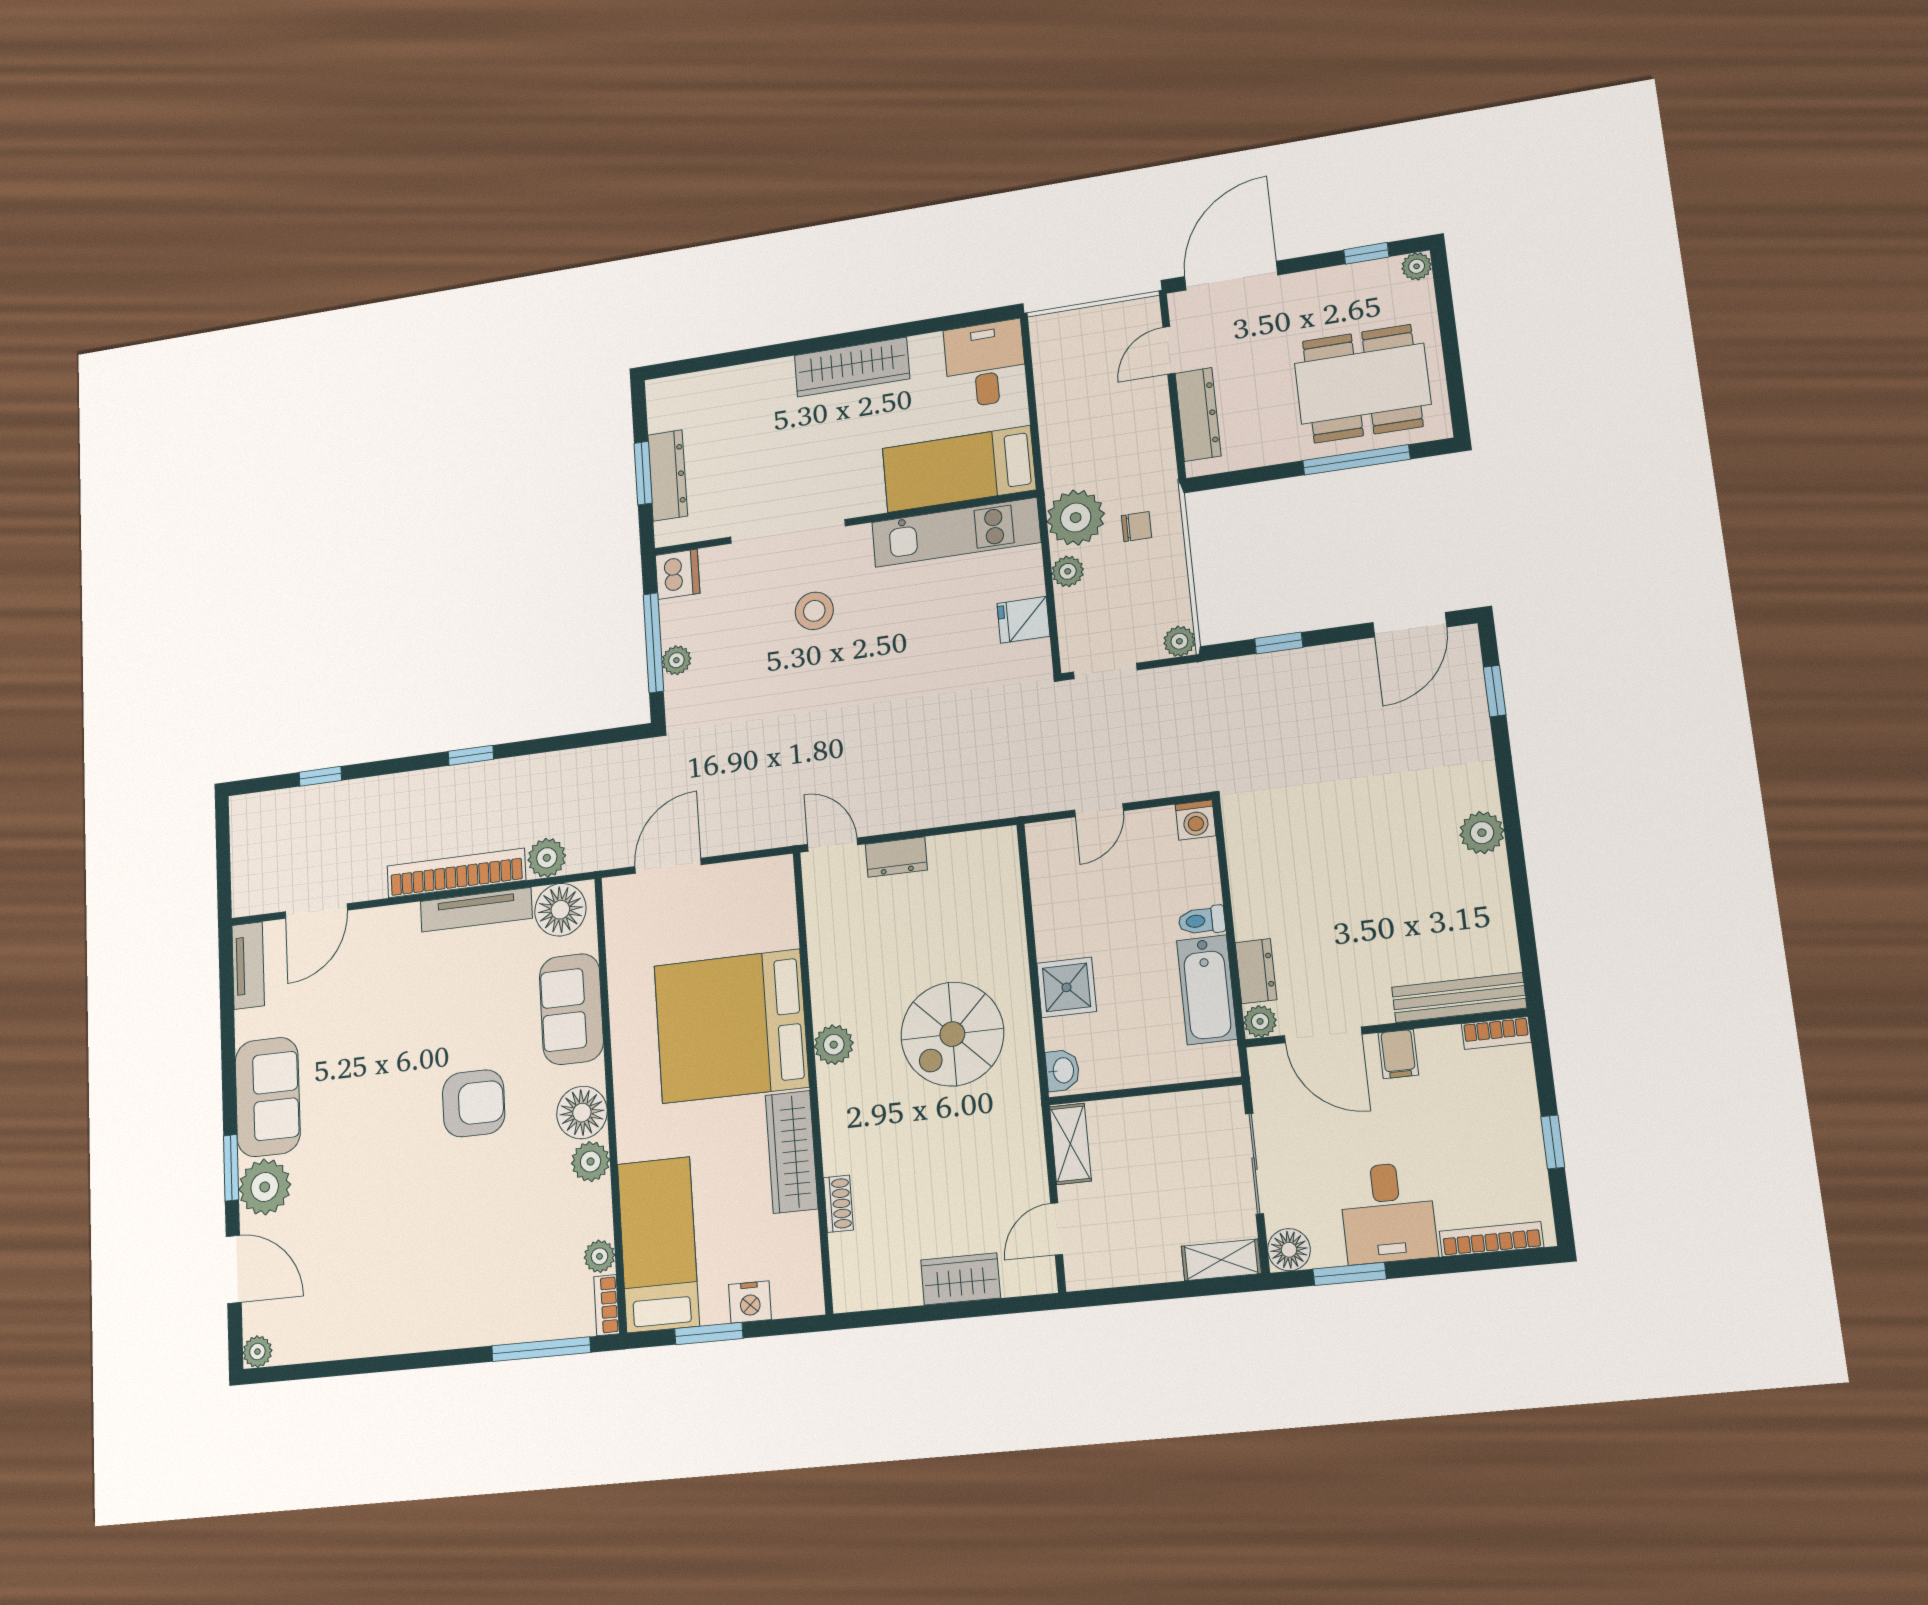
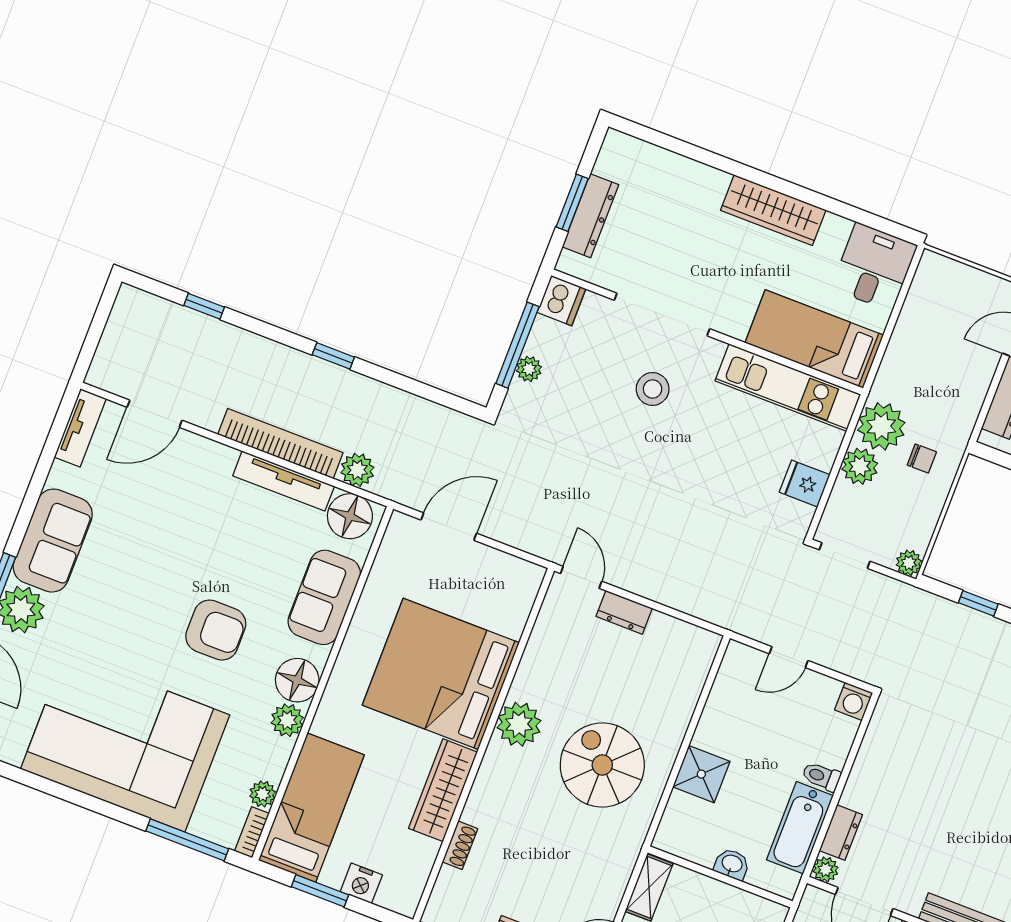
plant: (1068, 571) -> (860, 466), width x1.38, depth x1.38
spiral stairs: (952, 1034) -> (602, 765), turned 90
plant: (834, 1045) -> (519, 724), width x1.36, depth x1.36
washbasin: (1062, 1070) -> (732, 864), moved, turned -90
corner sofa: (430, 1274) -> (125, 742), added

